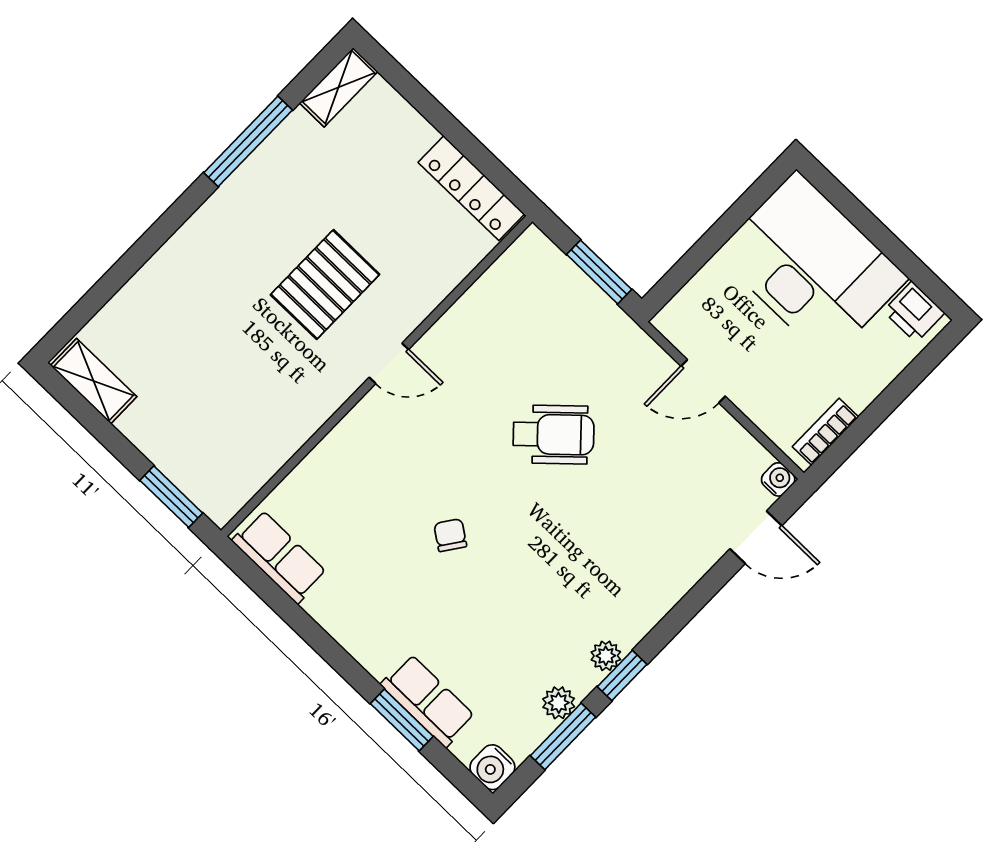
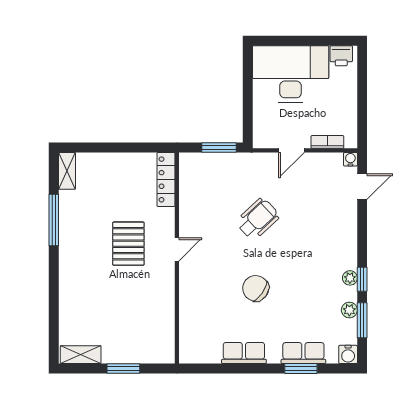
locker: (471, 188) -> (166, 179), moved, turned 90
bookcase: (825, 432) -> (327, 142), moved, turned 90
window: (171, 497) -> (123, 369), moved
chair: (450, 535) -> (256, 288), width x1.87, depth x1.87
row of seats: (279, 557) -> (244, 353), moved

